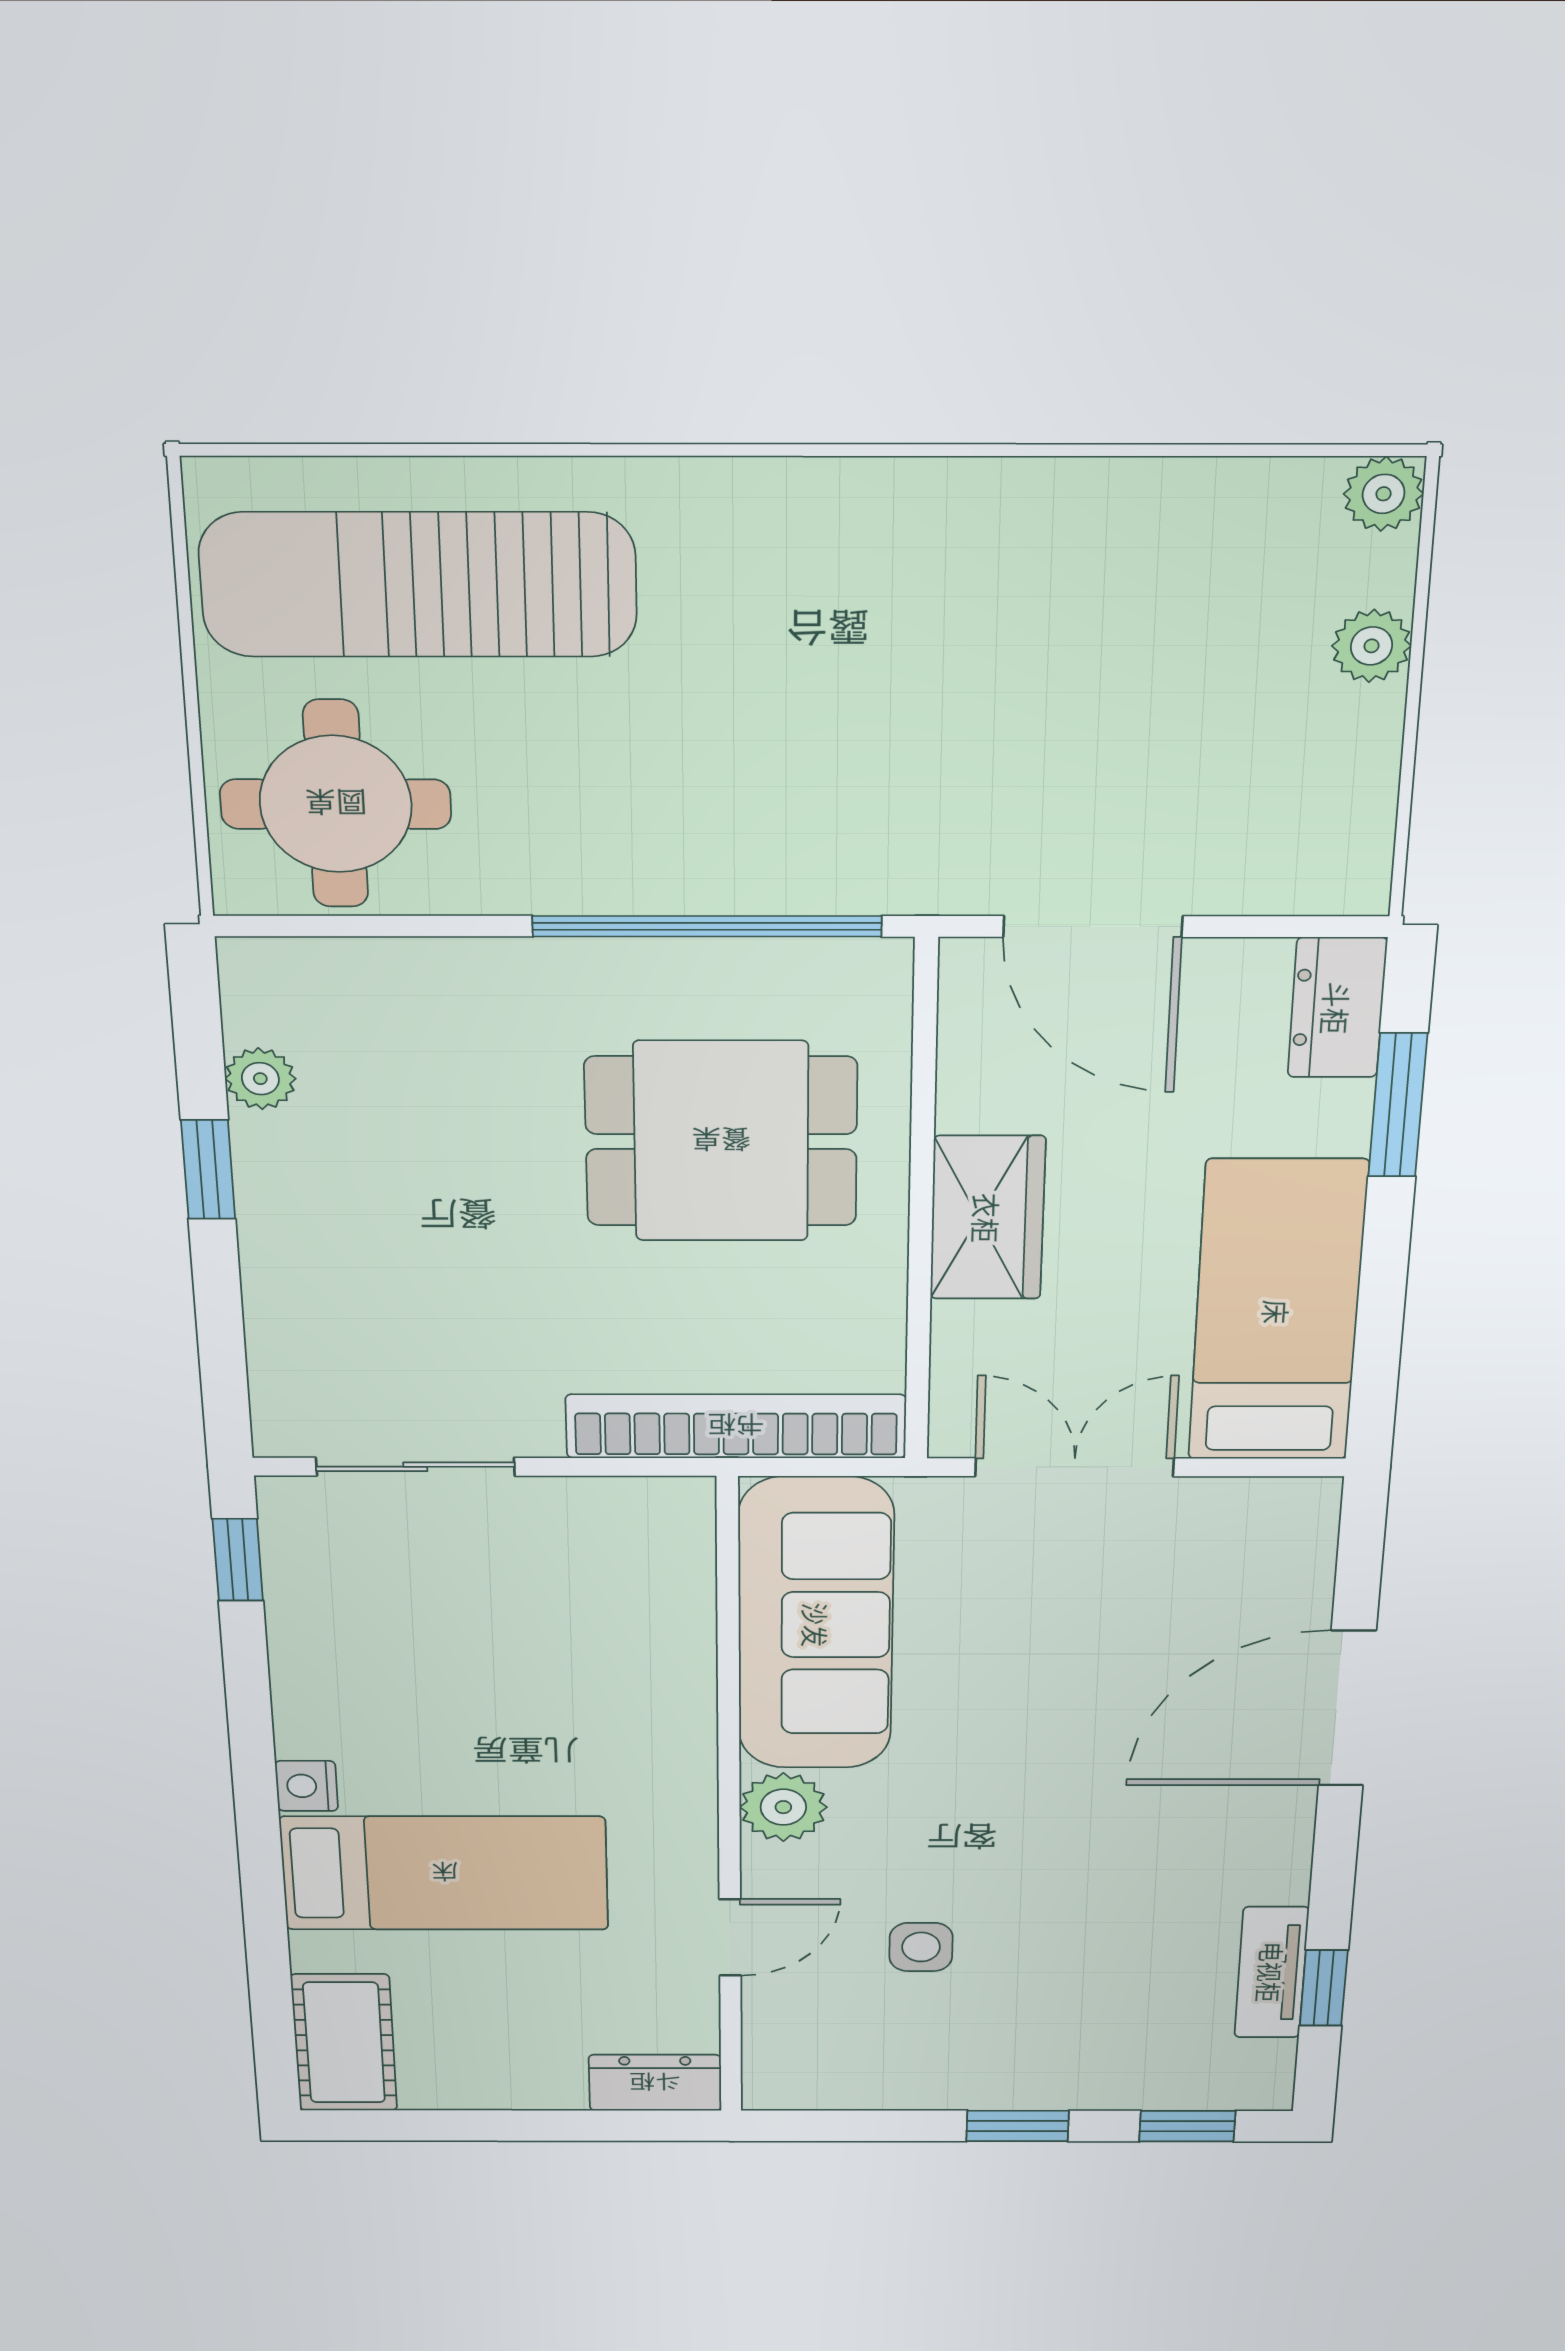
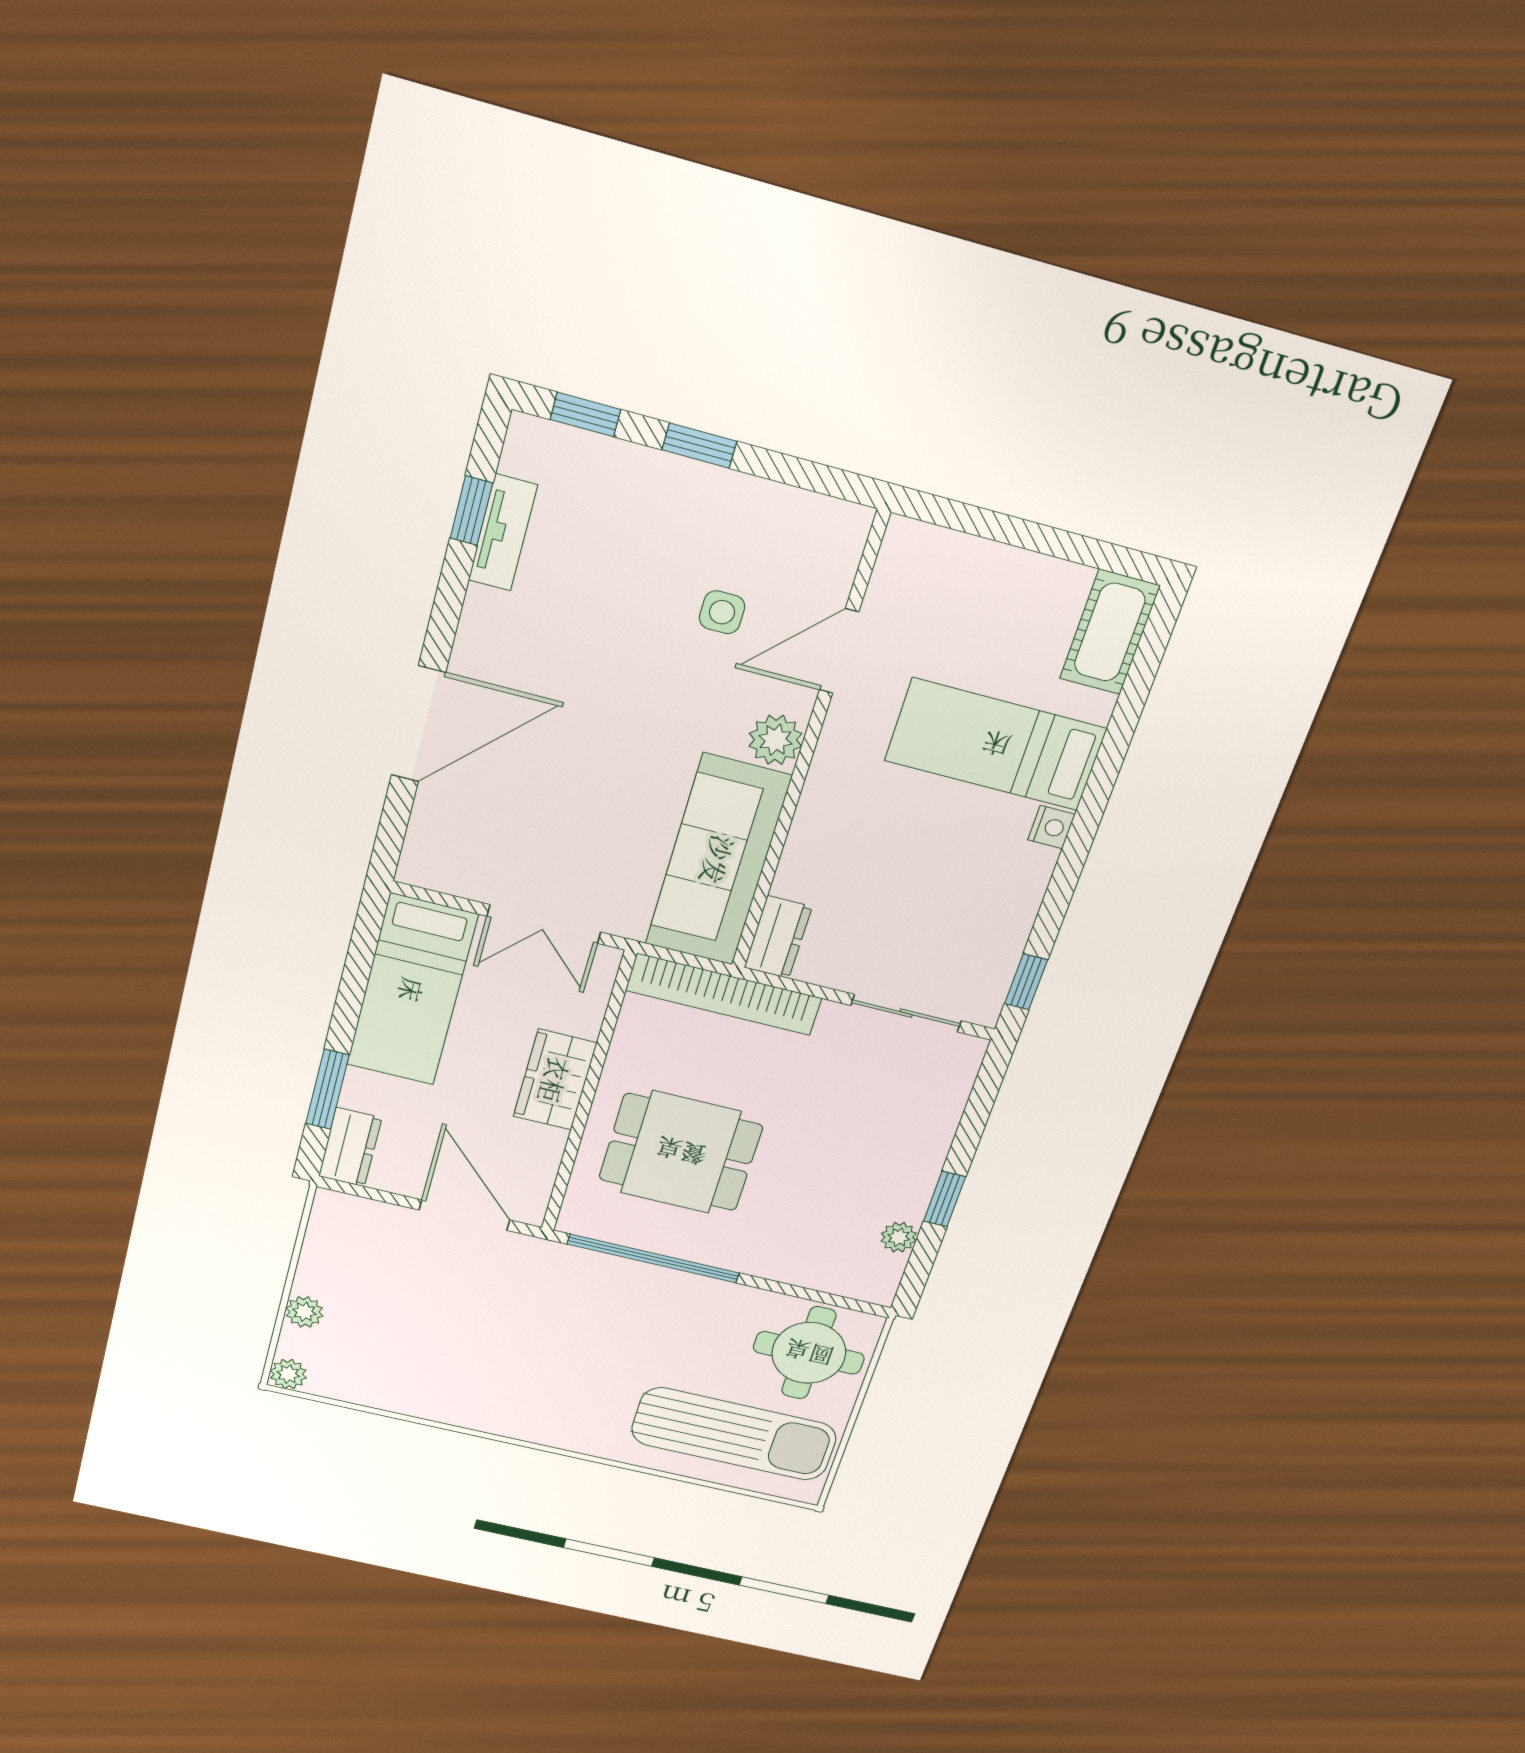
door: (730, 1937) -> (839, 651), width x1.38
dresser: (655, 2083) -> (778, 937), moved, turned -90

